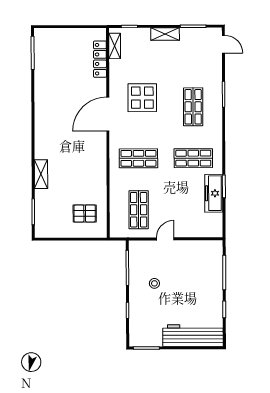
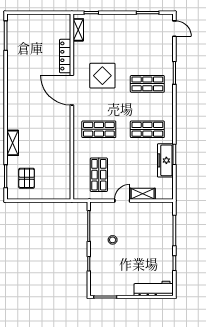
shelving: (165, 34) -> (143, 194), moved
locker: (100, 59) -> (65, 56), moved
shop shelf: (193, 107) -> (147, 84), turned 90
door: (108, 114) -> (72, 90), hinge flipped
pallet: (85, 214) -> (27, 178), moved, turned 90
workbench: (193, 335) -> (154, 288), width x0.73, depth x0.76

